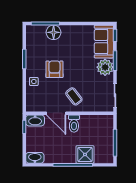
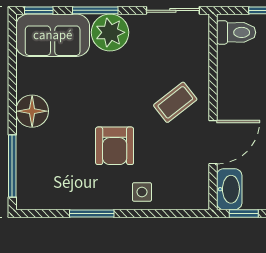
floor lamp: (54, 32) -> (32, 111), moved
armchair: (54, 69) -> (115, 146), turned -90
toilet: (74, 124) -> (236, 32), moved

